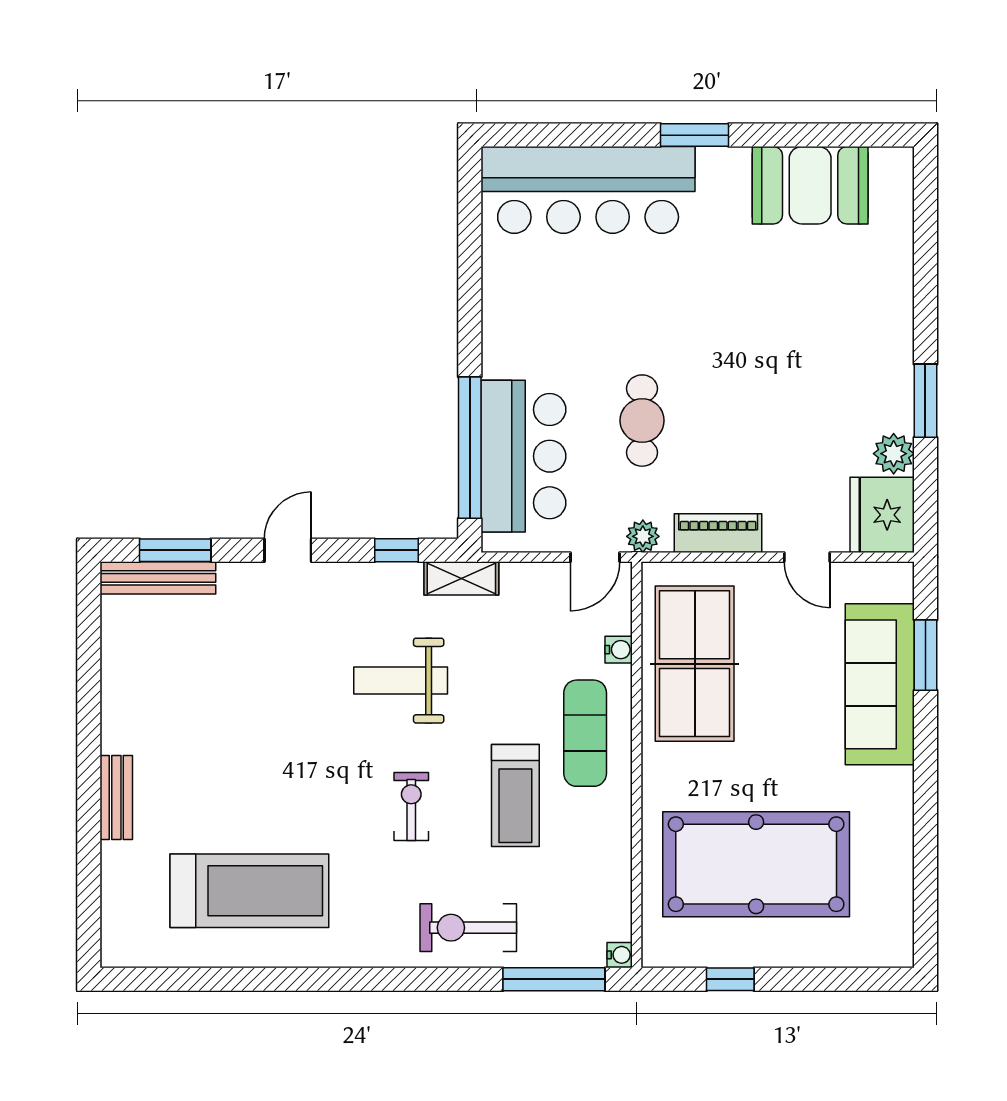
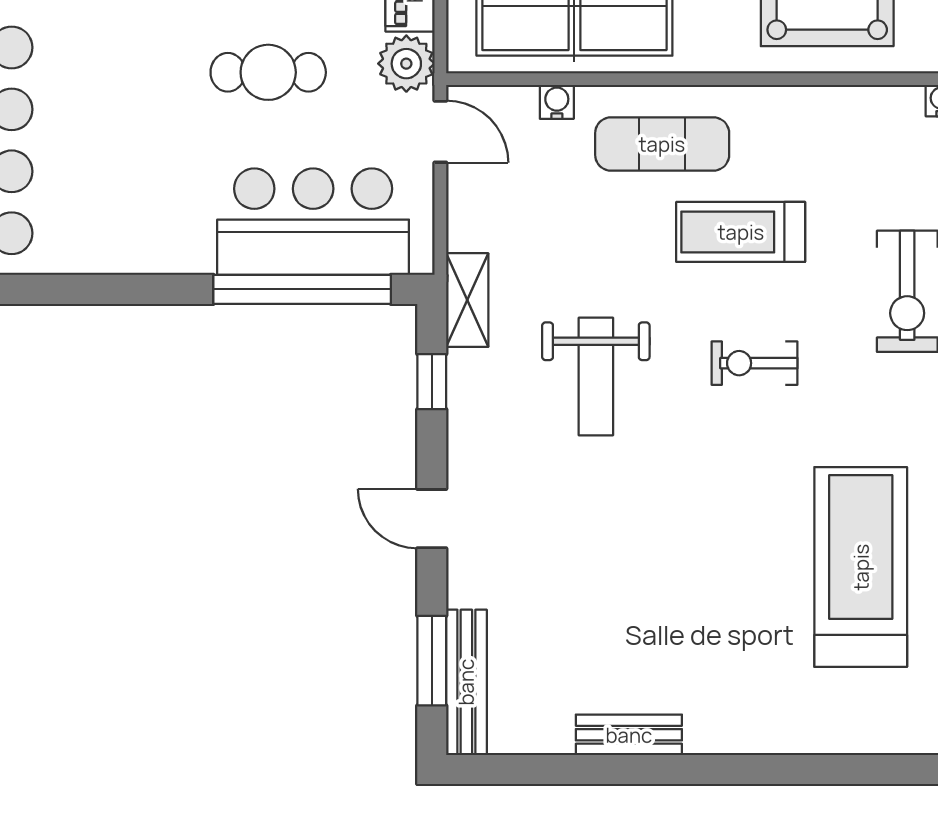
plant: (643, 536) -> (406, 64), width x1.38, depth x1.38
treadmill: (515, 796) -> (741, 232), turned 180
bench: (116, 797) -> (629, 735), moved

